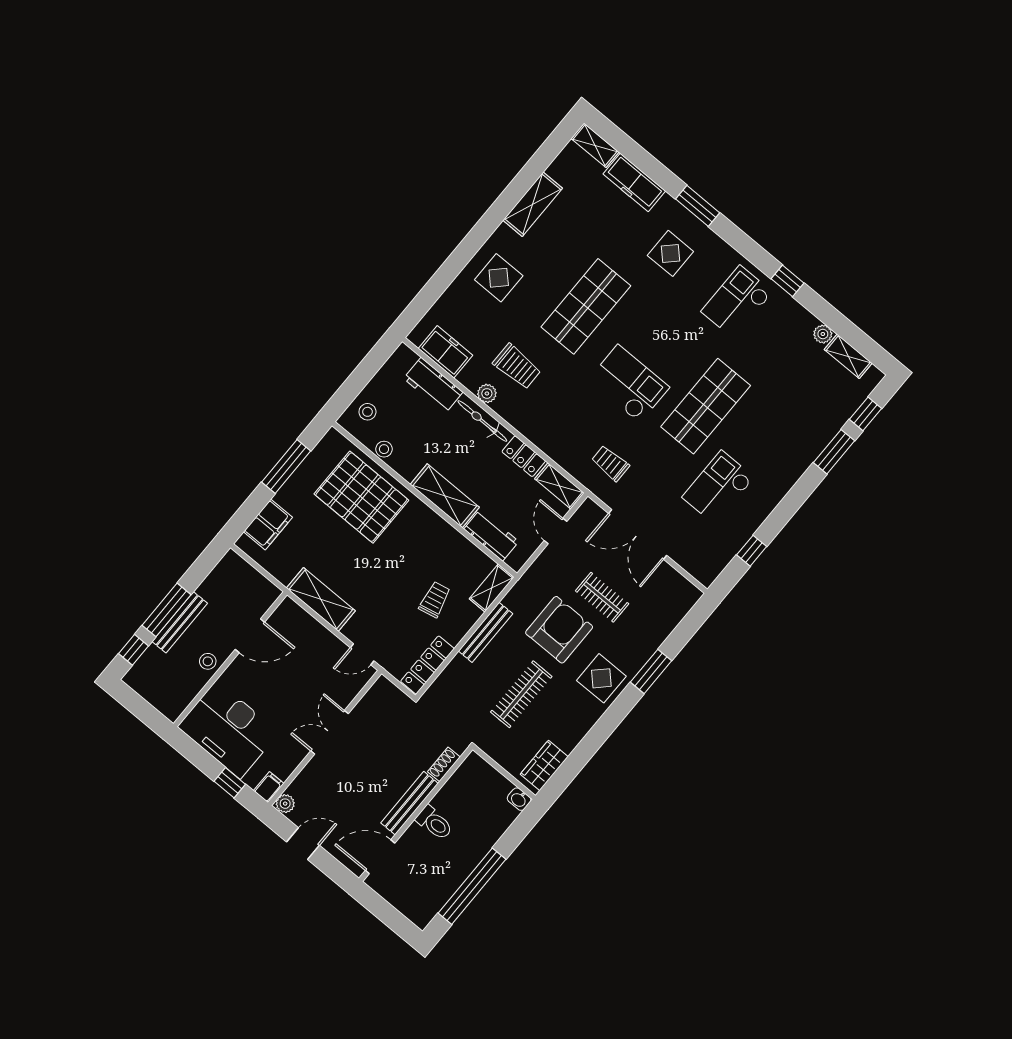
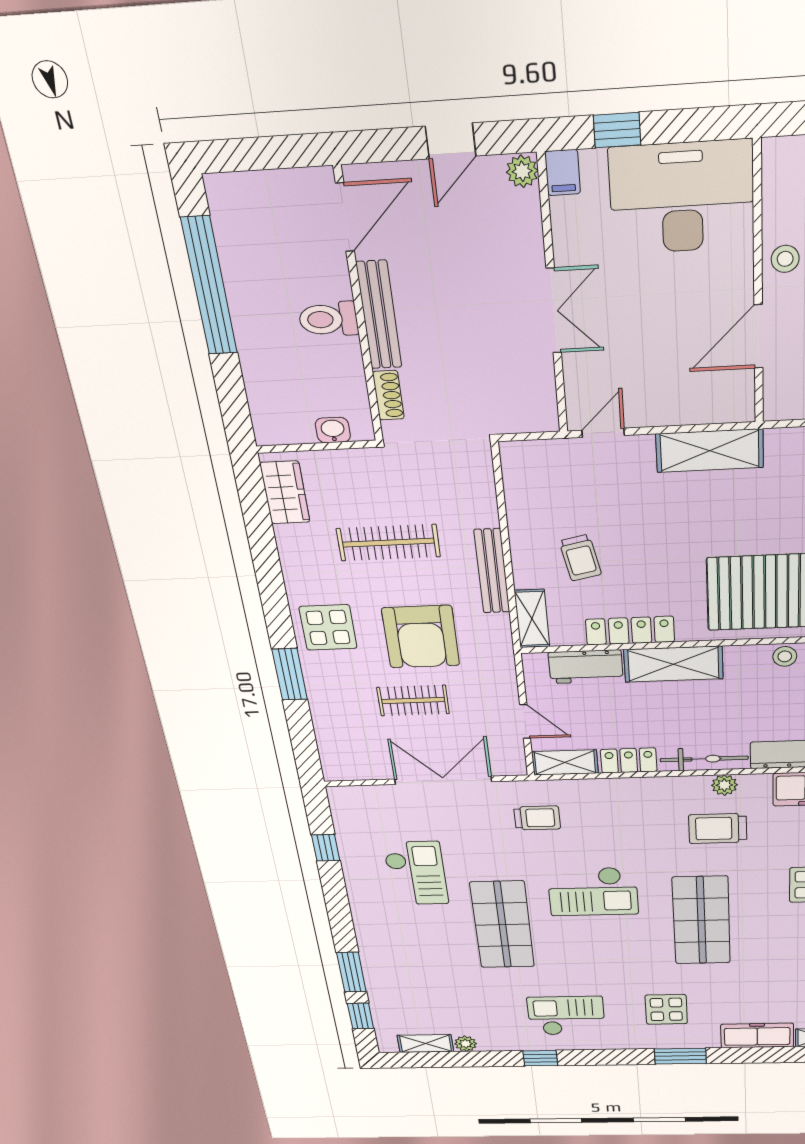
checkout: (737, 302) -> (566, 1016), turned -90
locker: (427, 665) -> (630, 631), moved, turned -90
clothes rail: (521, 694) -> (388, 543), turned 90
washbasin: (519, 799) -> (333, 430), moved

